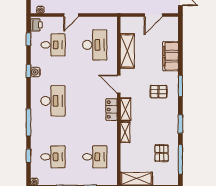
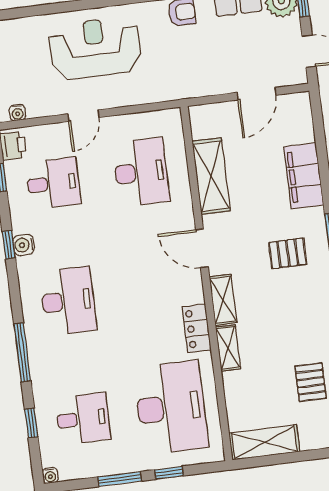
locker: (111, 110) -> (197, 328), moved
desk: (95, 157) -> (171, 408), width x1.87, depth x1.30

